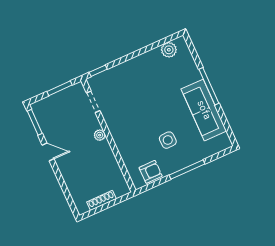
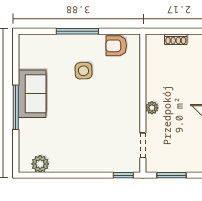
sofa: (204, 110) -> (32, 94), width x0.73
shoe rack: (101, 200) -> (176, 39), width x0.70

